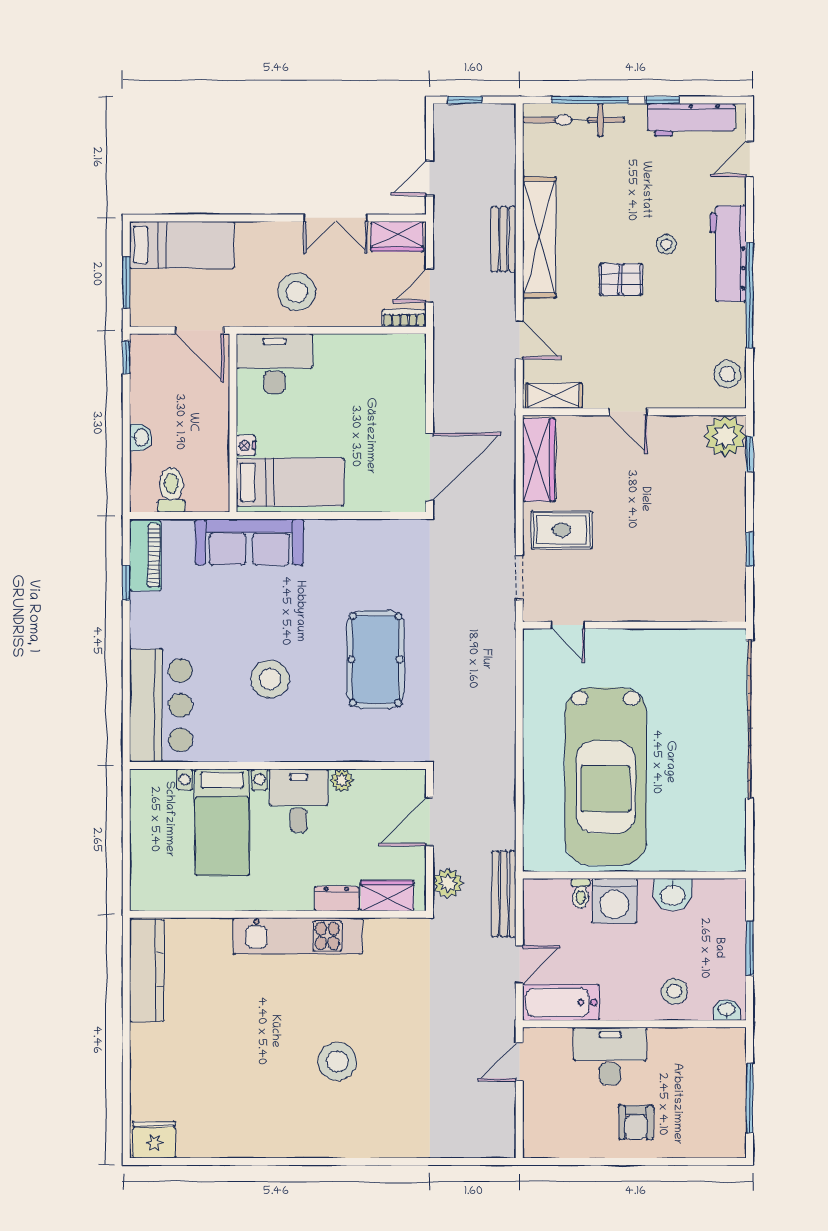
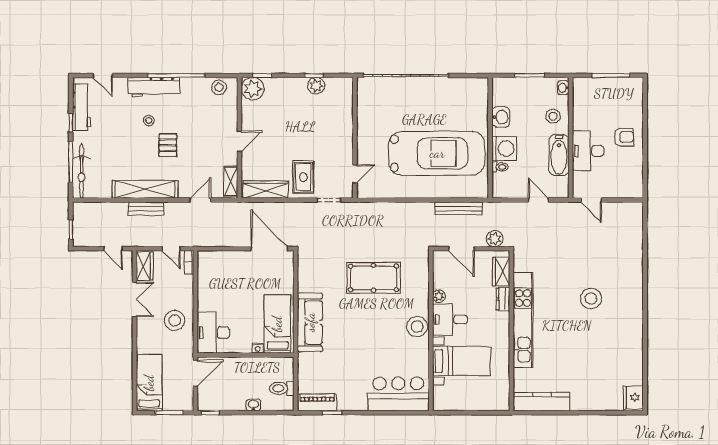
sofa: (249, 542) -> (310, 322), moved
plant: (731, 553) -> (316, 86), added
stool: (270, 679) -> (417, 327), moved
bench: (504, 894) -> (459, 208), moved
kitchen unit: (298, 936) -> (523, 320), width x1.36
bathtub: (561, 1002) -> (559, 155), moved

